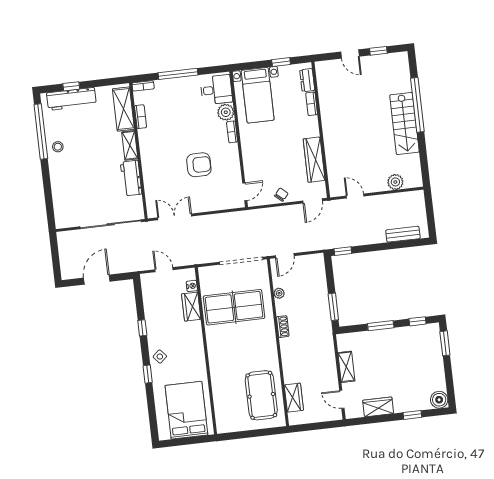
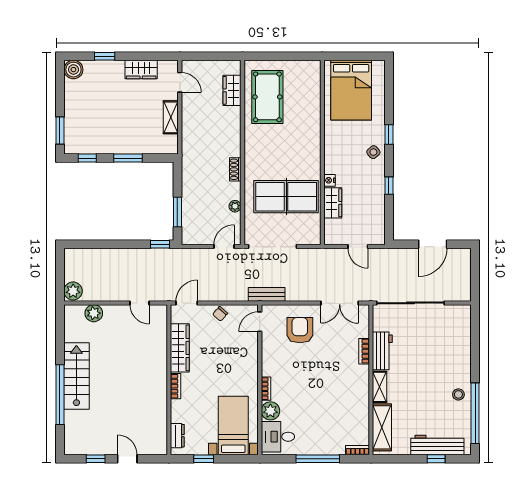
bookcase: (312, 104) -> (176, 386), moved
bookcase: (141, 117) -> (364, 351), moved
armchair: (199, 165) -> (300, 330), moved, turned 90
plant: (416, 200) -> (73, 291), added
bench: (403, 234) -> (267, 294), moved
nightstand: (192, 286) -> (330, 180), moved
window: (333, 307) -> (177, 212), moved

